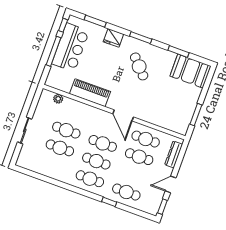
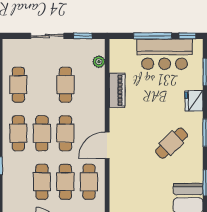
piano: (90, 93) -> (117, 90), width x0.73, depth x0.75
window: (34, 104) -> (83, 36), added
cafe table: (60, 148) -> (18, 85), moved
cafe table: (126, 192) -> (42, 182), moved

